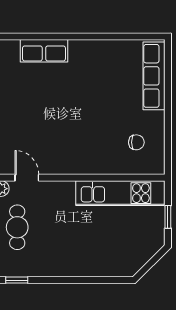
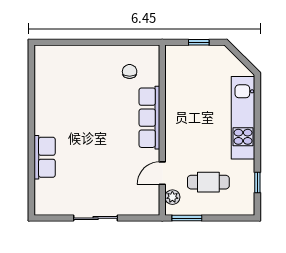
row of seats: (154, 76) -> (149, 118), moved, turned 90
kitchen unit: (120, 193) -> (243, 118), moved, turned 180

